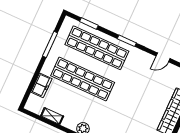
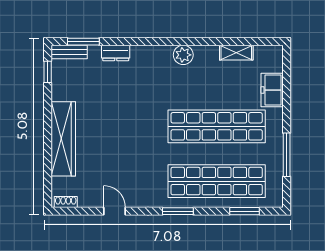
door: (163, 57) -> (115, 211), hinge flipped

